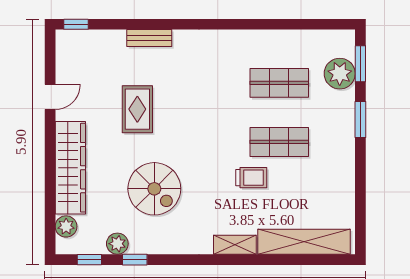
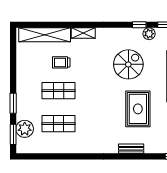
rug: (137, 109) -> (138, 109), width x1.36, depth x1.43
trolley: (251, 178) -> (61, 62), moved
spiral stairs: (154, 189) -> (128, 64), turned 90

